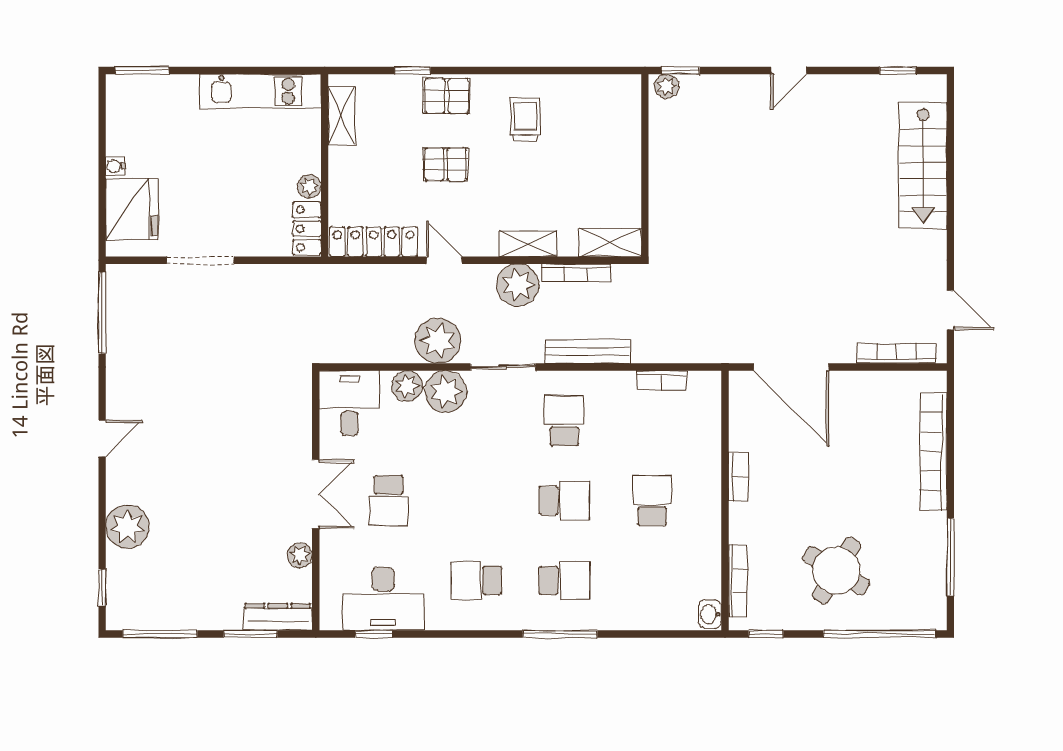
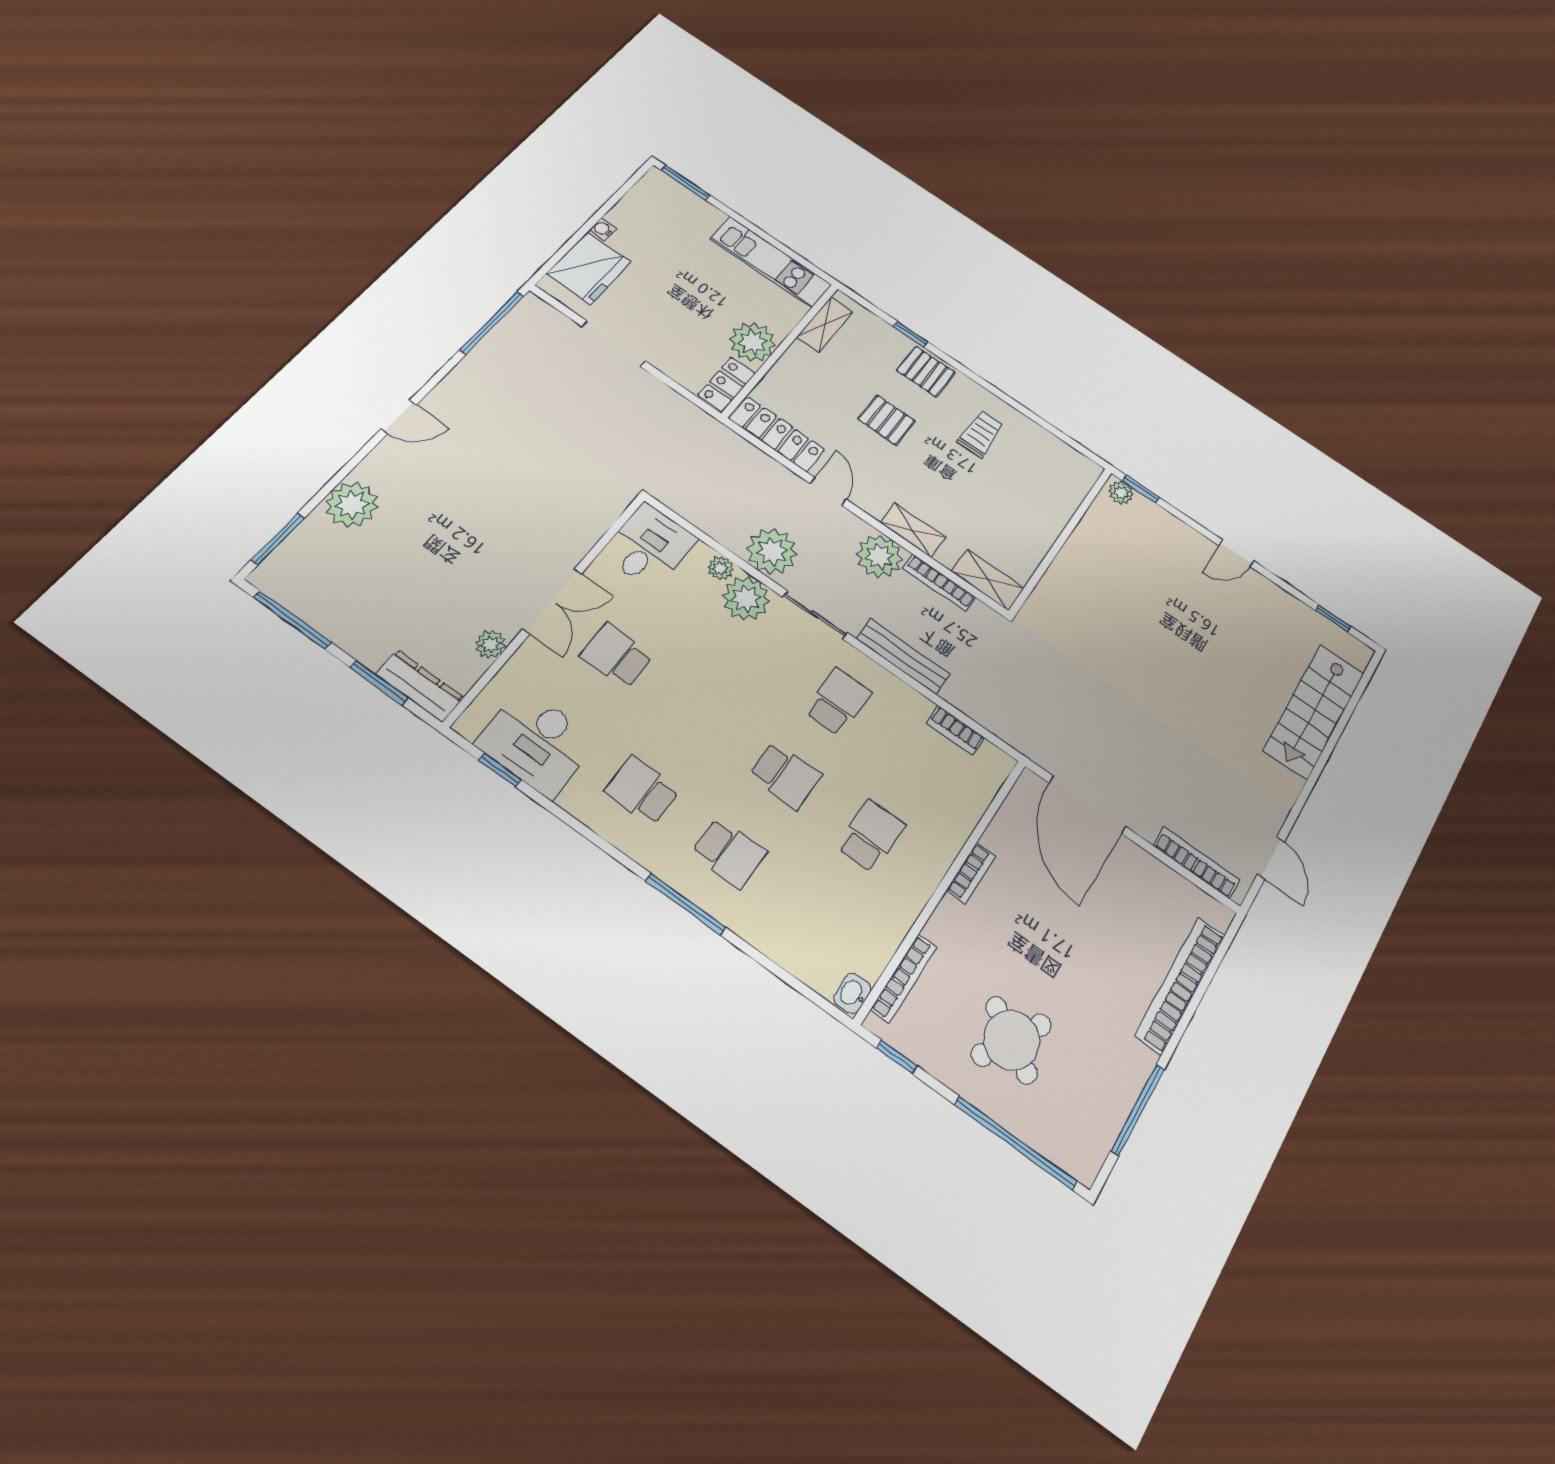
plant: (309, 186) -> (753, 342), width x1.88, depth x1.88
plant: (407, 386) -> (721, 568), width x0.73, depth x0.73
school desk: (389, 501) -> (617, 656), turned 90
window: (102, 587) -> (278, 539), width x1.50

